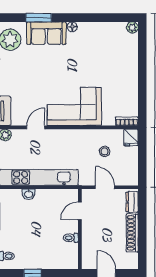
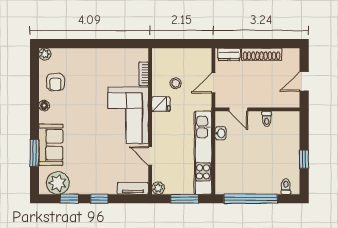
floor lamp: (72, 27) -> (44, 105), moved
armchair: (106, 38) -> (55, 82), added
bookcase: (127, 121) -> (144, 74), moved
fridge: (131, 137) -> (161, 104), moved
washbasin: (29, 194) -> (221, 133), moved

